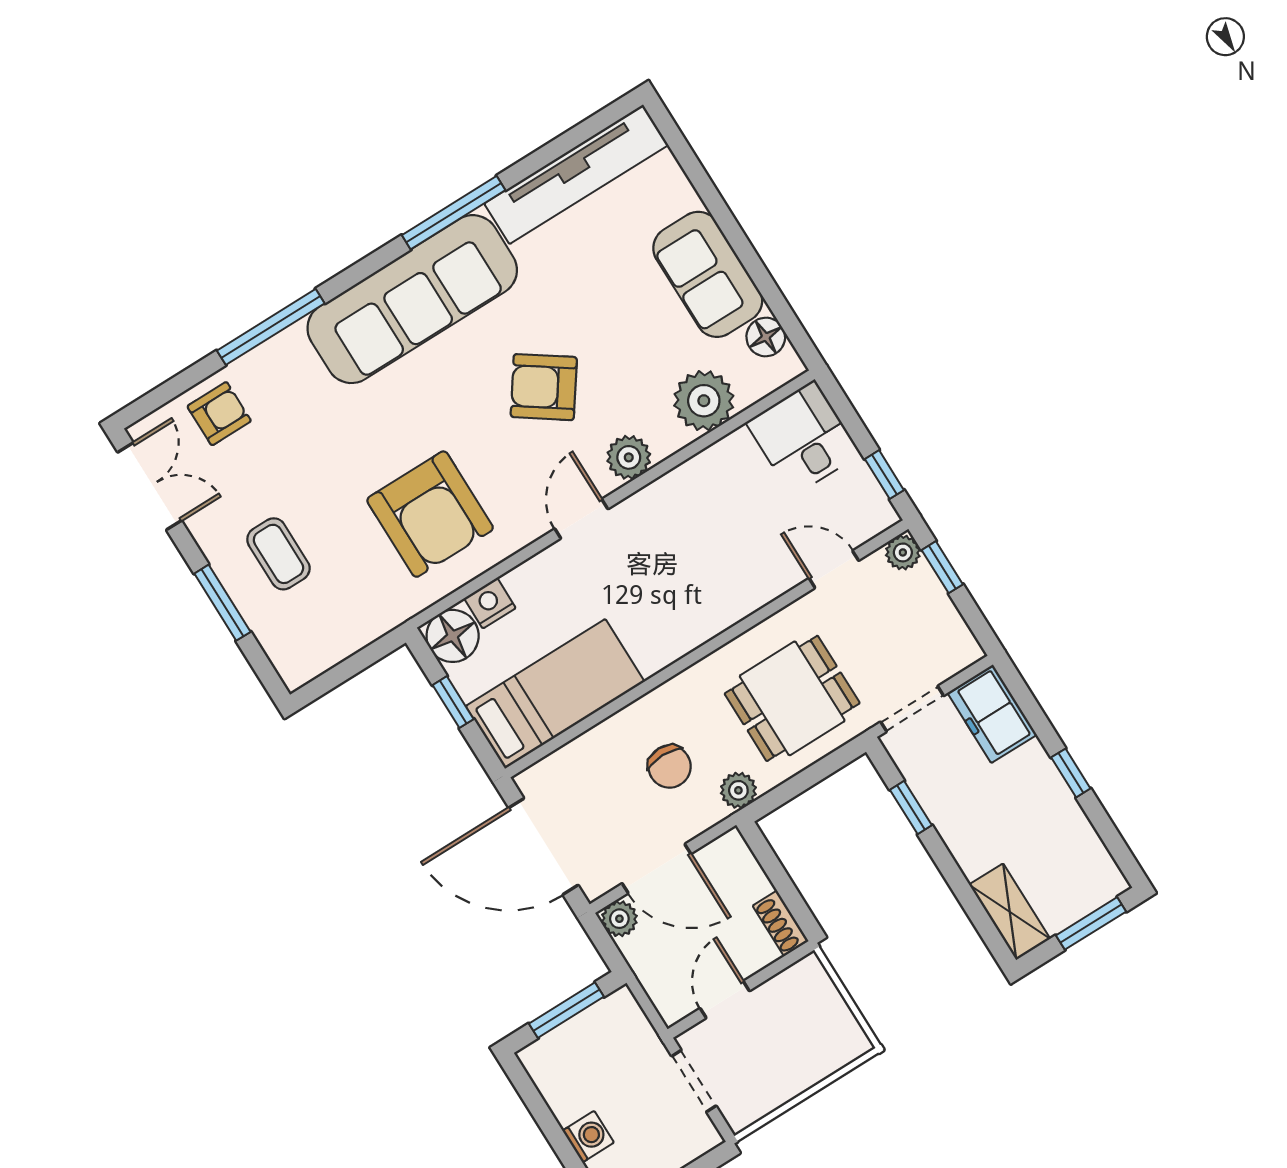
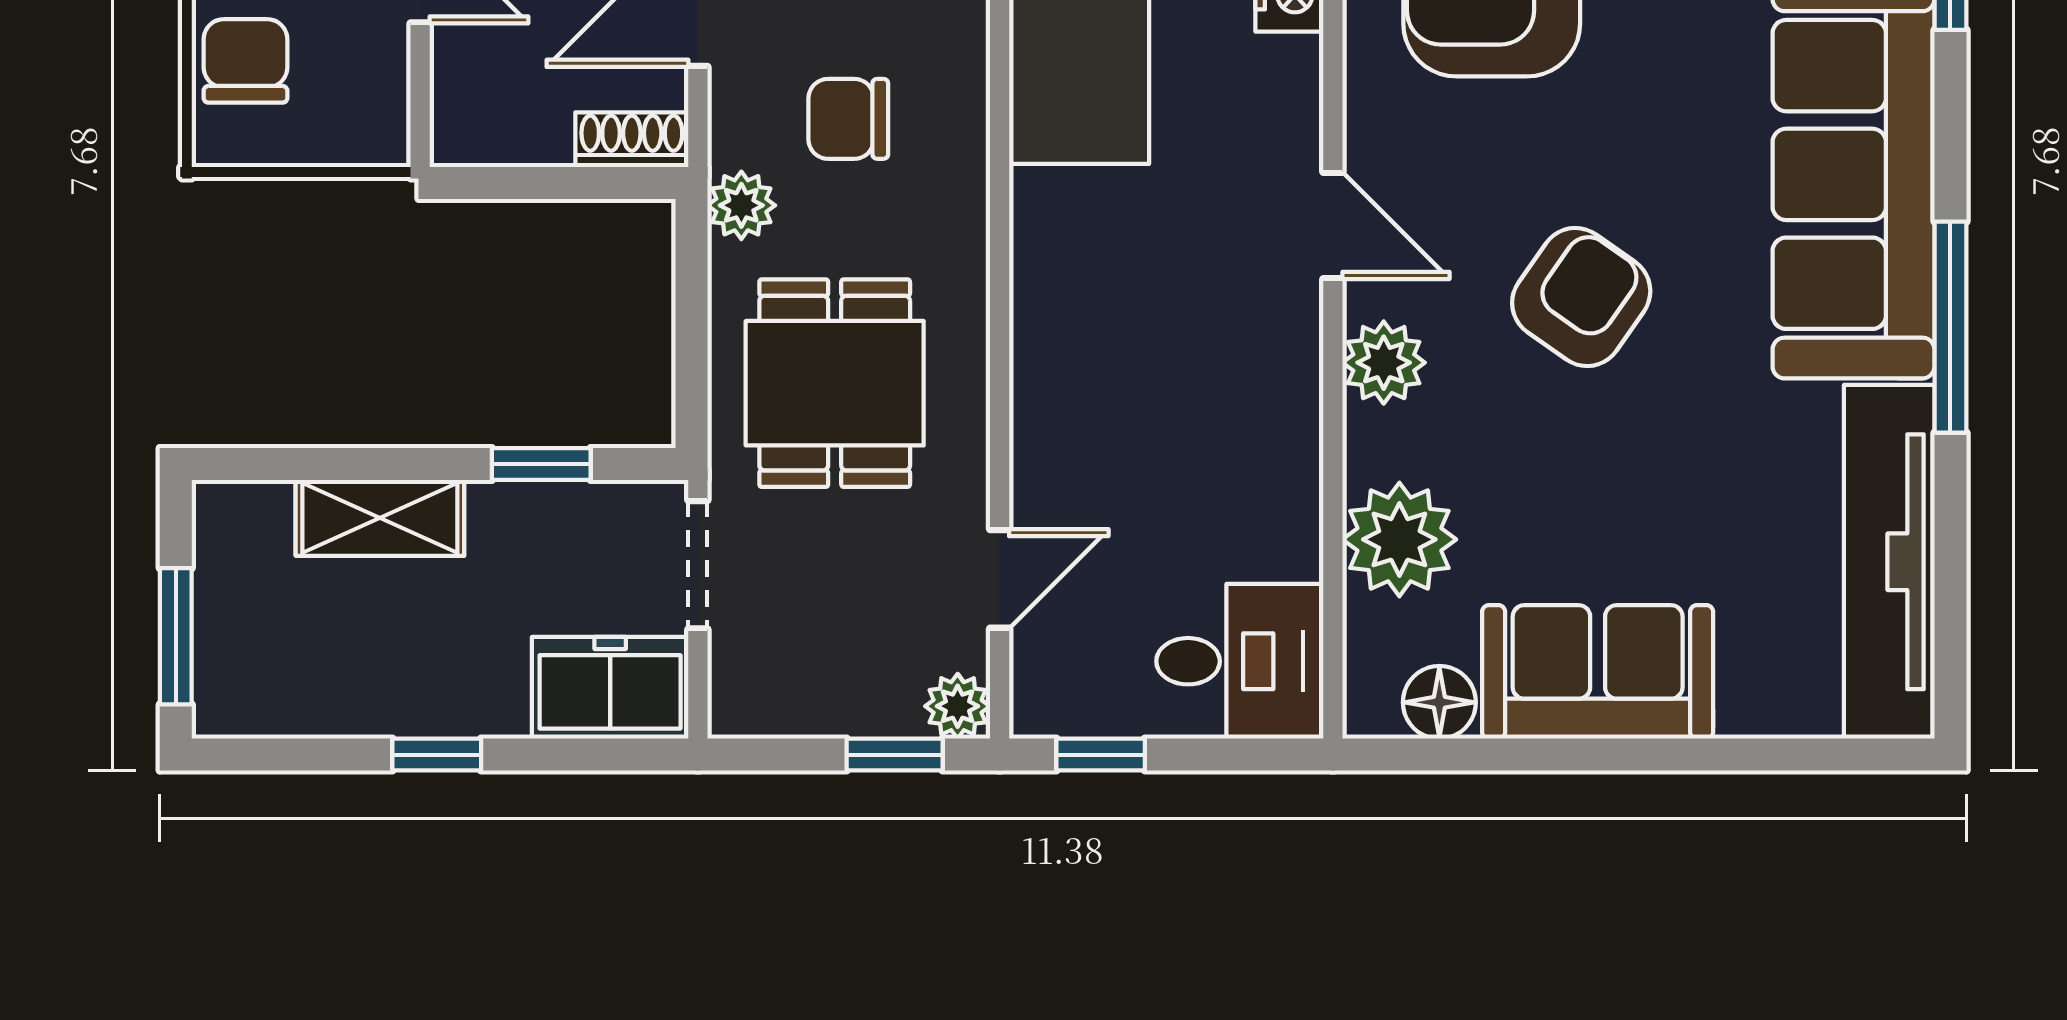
shelving: (1010, 912) -> (380, 518), moved
shoe rack: (781, 923) -> (632, 140), moved
chair: (813, 1054) -> (246, 61), added

